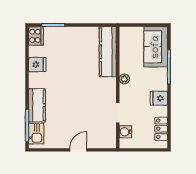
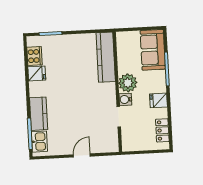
cooker: (36, 36) -> (34, 56), moved
plant: (124, 79) -> (128, 83), width x1.87, depth x1.87
water cooler: (125, 132) -> (125, 99), moved

